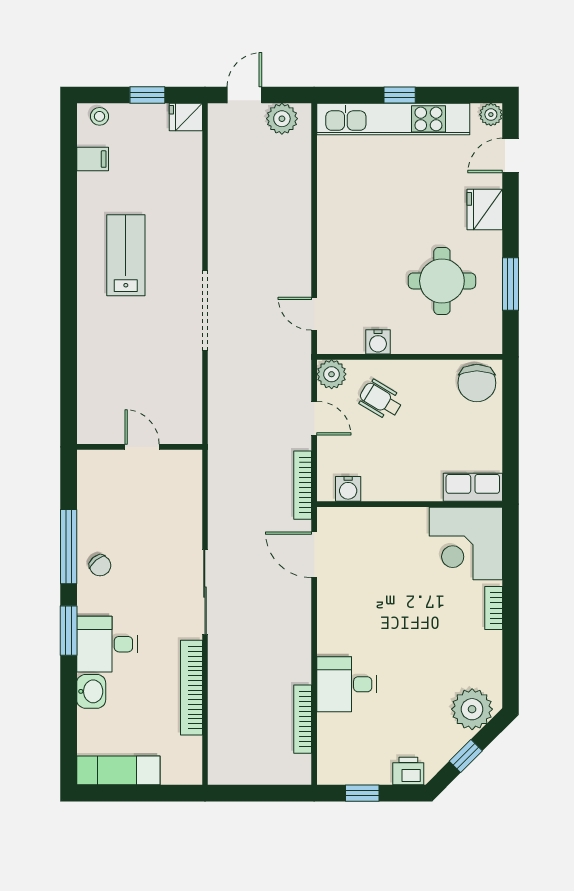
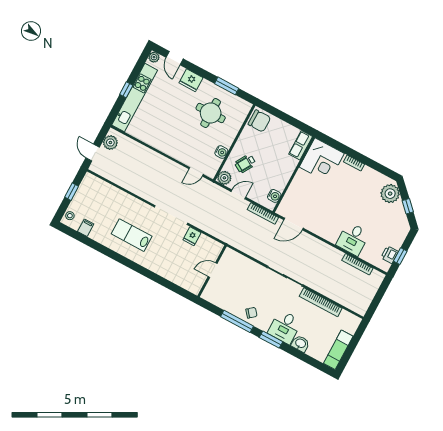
fridge: (186, 117) -> (192, 236), moved
printer: (408, 771) -> (390, 255), moved

